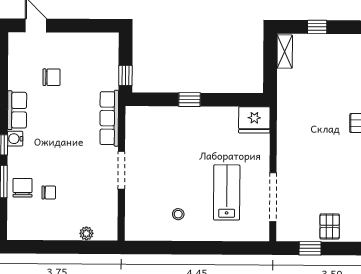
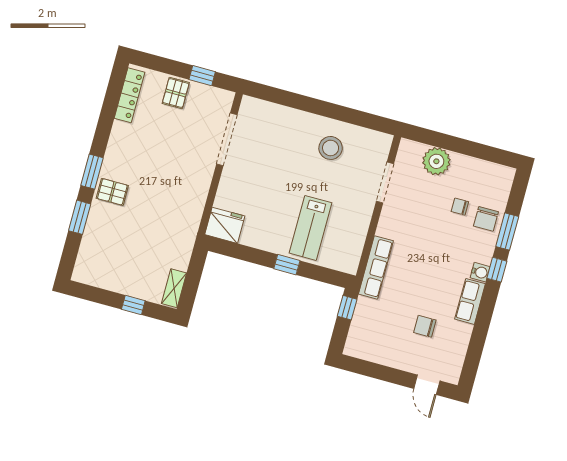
doorway: (121, 170) -> (385, 183), moved
lab bench: (227, 192) -> (311, 228), moved
stool: (178, 214) -> (331, 148), width x1.89, depth x1.89
plant: (86, 233) -> (436, 161), width x1.87, depth x1.87

